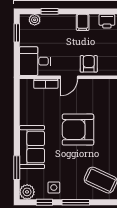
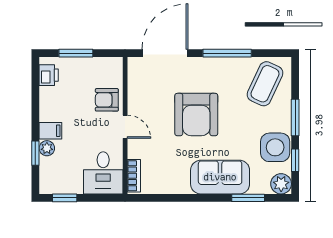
plant: (35, 20) -> (47, 148), moved
filing cabinet: (83, 22) -> (50, 131), moved
bookcase: (46, 84) -> (134, 176), moved
side table: (54, 188) -> (275, 147), width x1.87, depth x1.87

